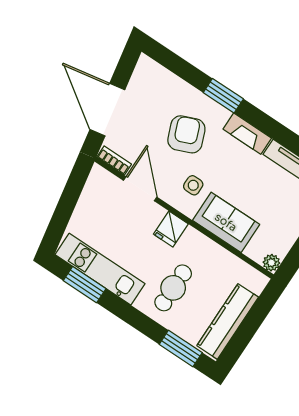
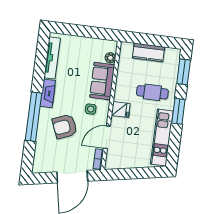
window: (223, 96) -> (33, 117), width x2.11
plant: (271, 263) -> (110, 58), moved
window: (85, 285) -> (178, 111), moved
kitchen counter: (228, 321) -> (149, 52), width x0.67

